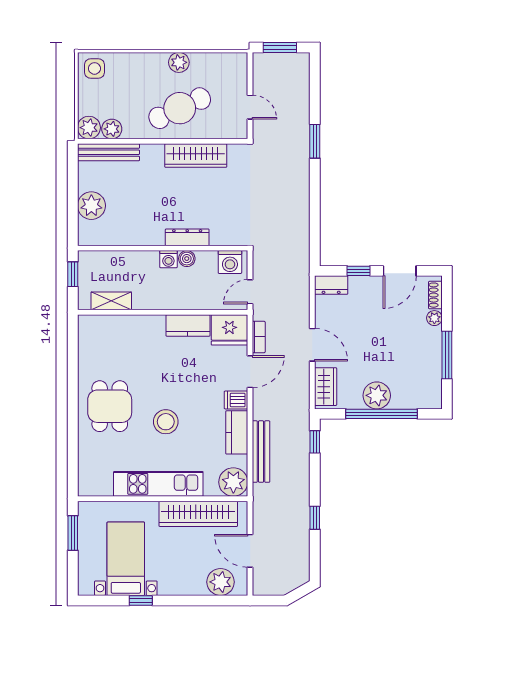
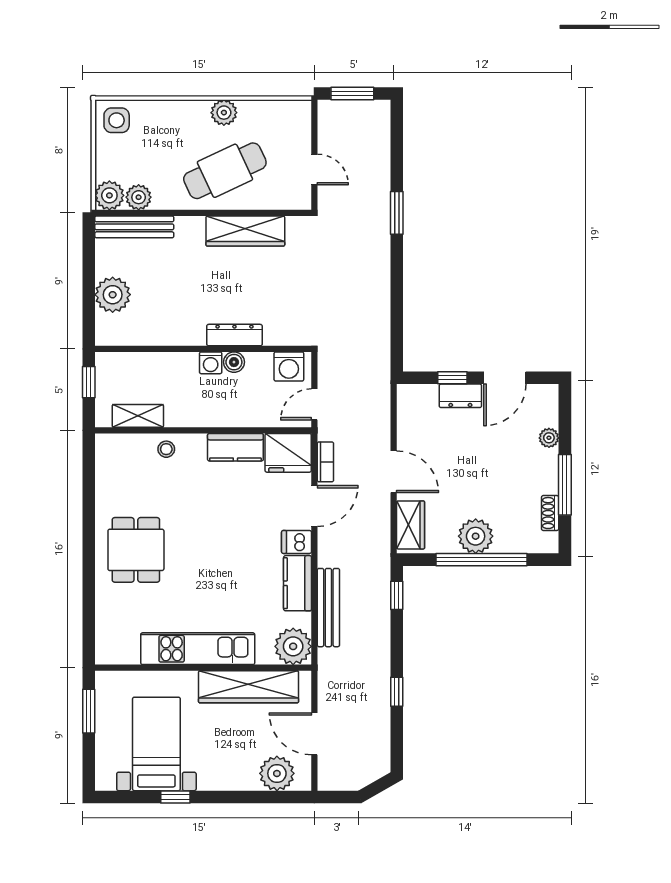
dresser: (331, 285) -> (460, 396), moved
shoe rack: (435, 295) -> (550, 513), moved
stool: (166, 422) -> (166, 449), moved, width x0.53, depth x0.53

